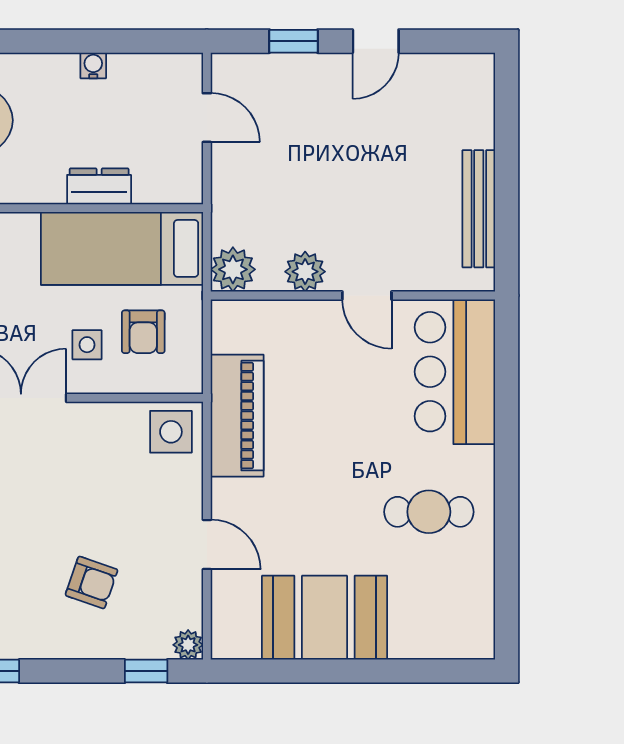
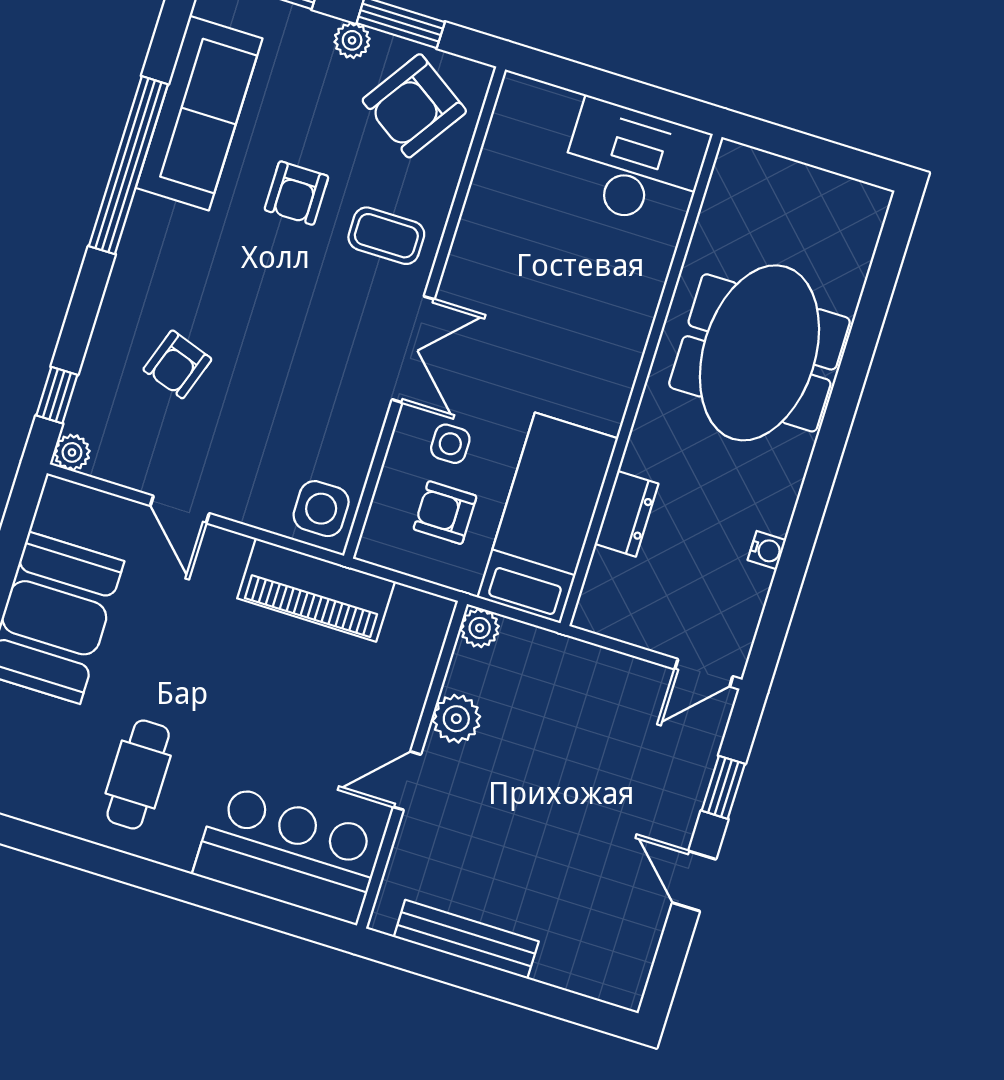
door: (207, 118) -> (704, 673), moved
plant: (233, 269) -> (480, 628), width x0.73, depth x0.73
door: (207, 545) -> (180, 510), hinge flipped

